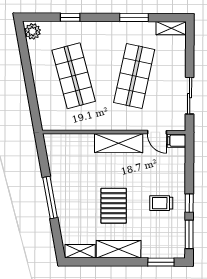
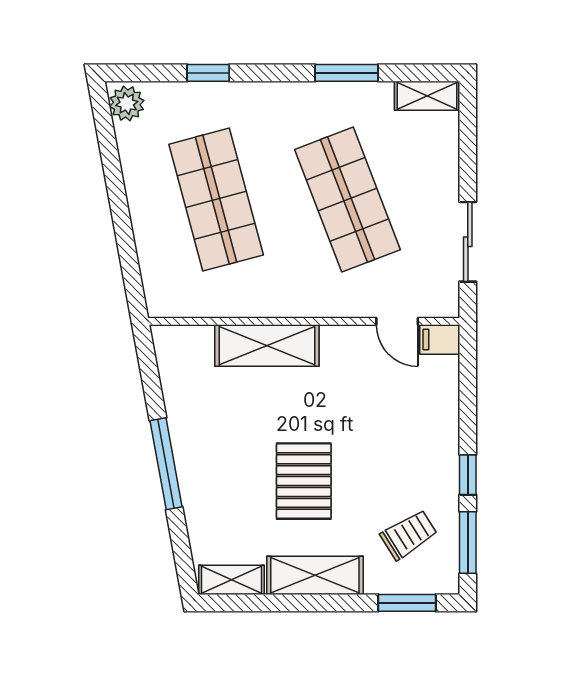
shop shelf: (134, 76) -> (347, 200), turned -33
shelving: (119, 143) -> (267, 345), moved
trolley: (161, 203) -> (409, 535), moved, turned 148

